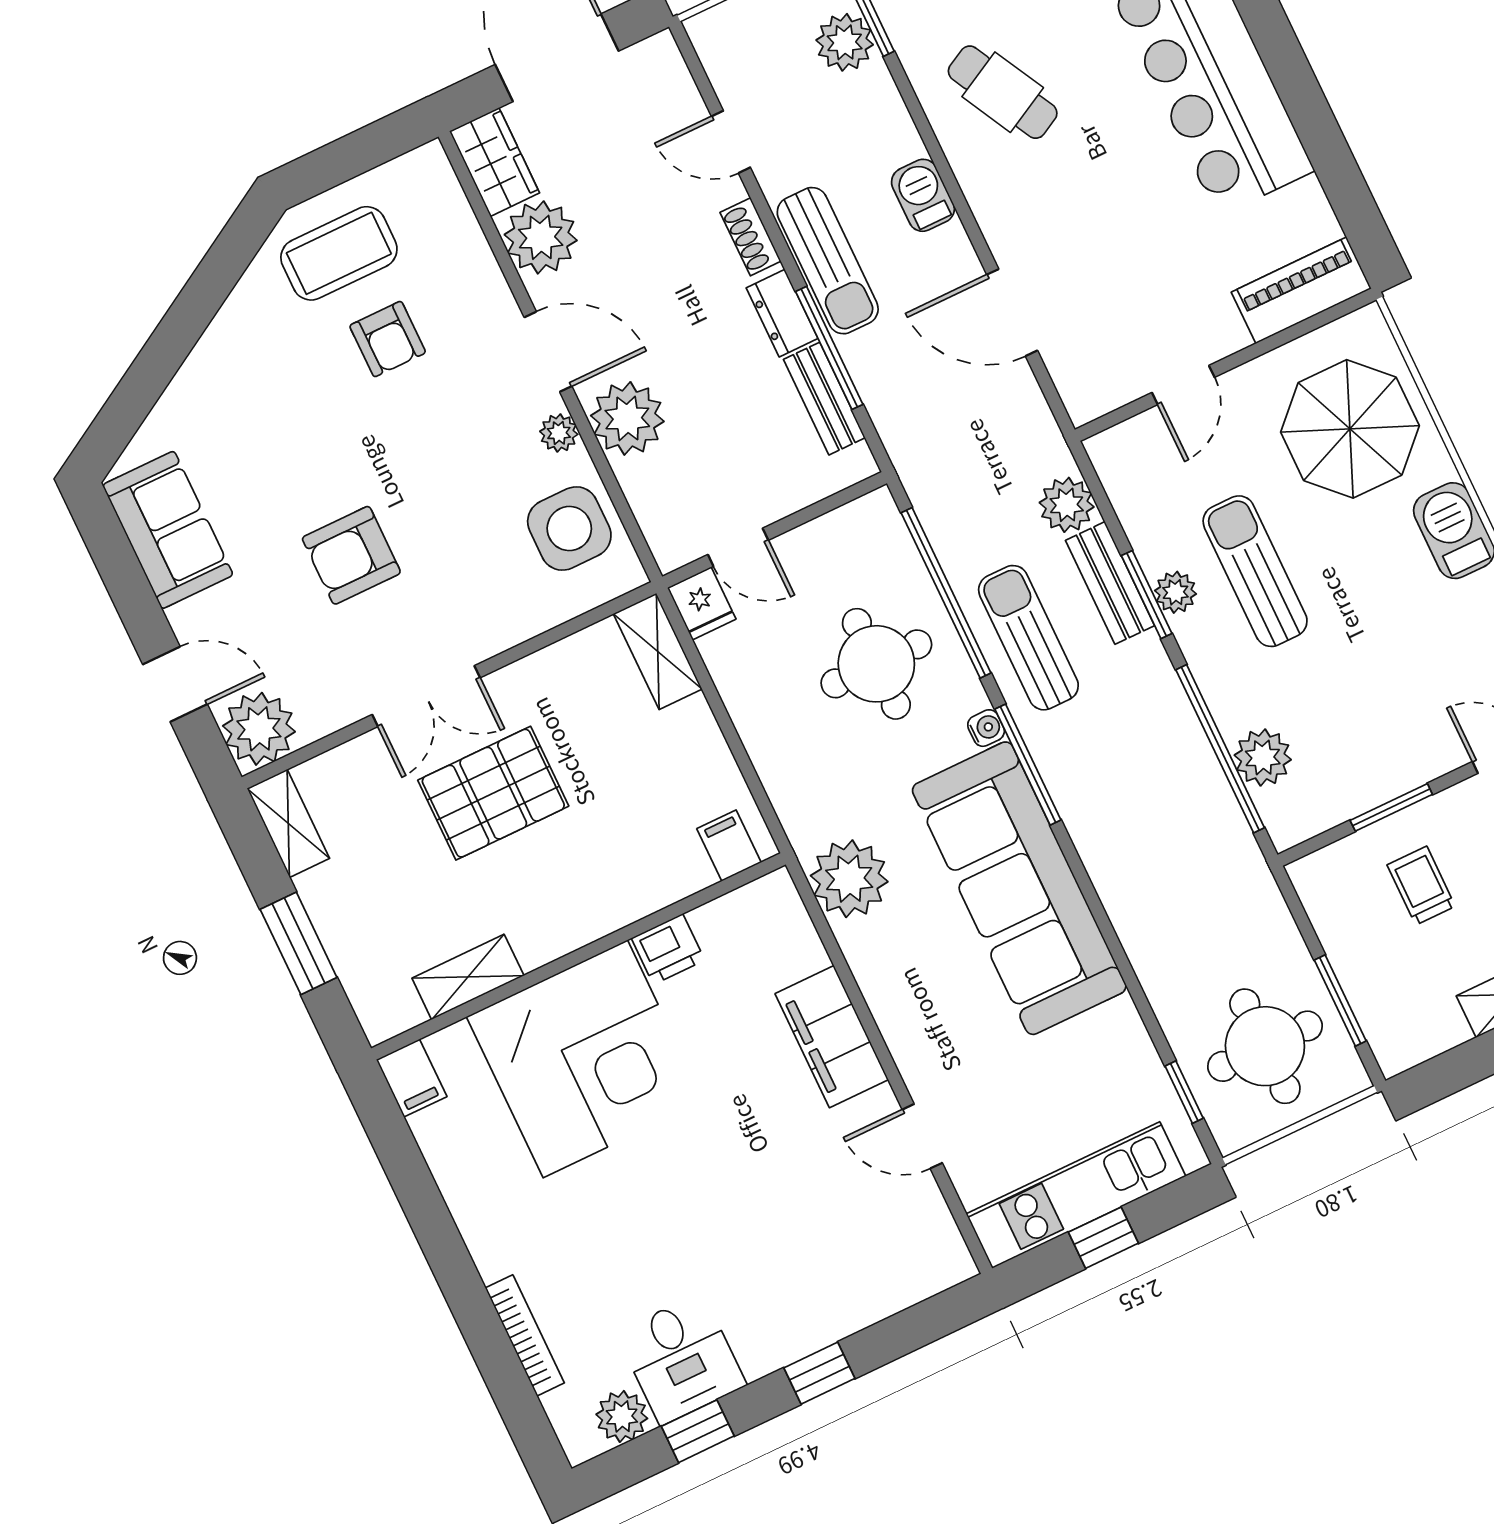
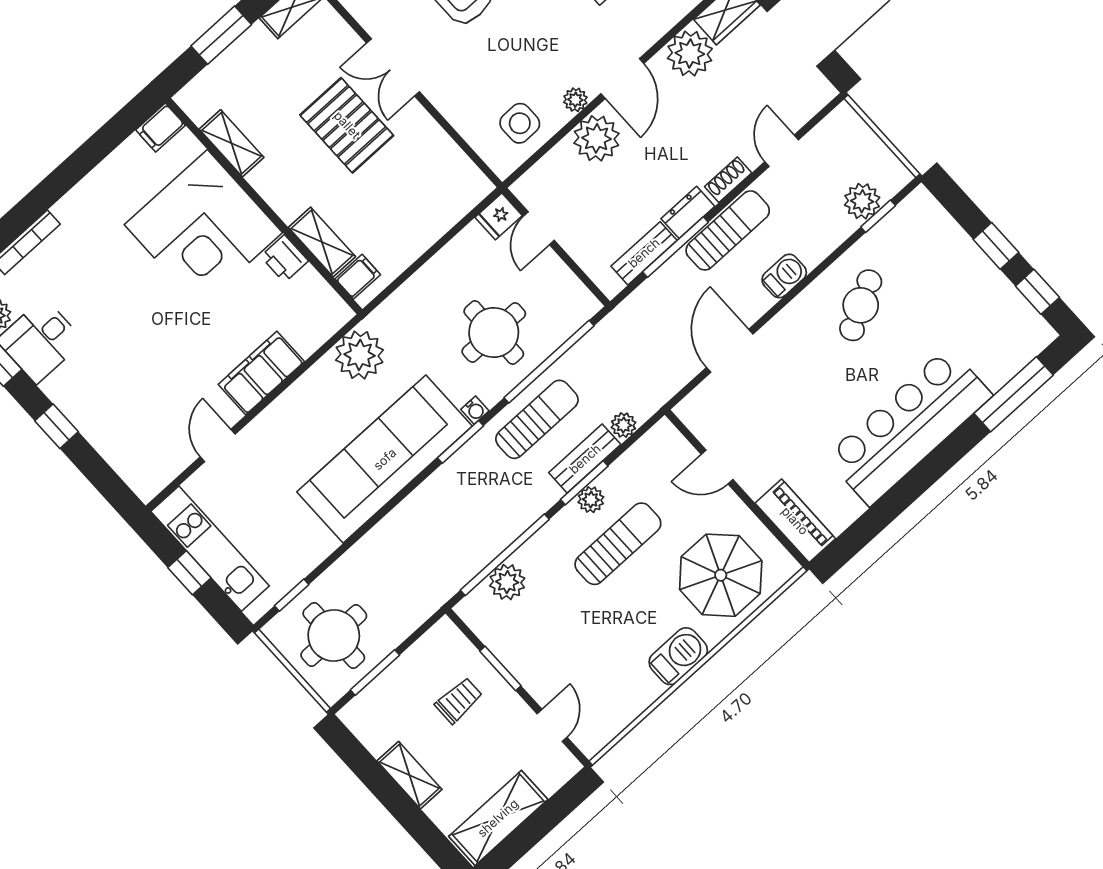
sun lounger: (828, 261) -> (728, 230), turned 180
plant: (1067, 505) -> (624, 425), width x0.73, depth x0.73
side table: (569, 529) -> (520, 123), width x0.73, depth x0.73
shelving: (658, 651) -> (322, 242), moved, turned 90
window: (1028, 765) -> (461, 442), width x0.69

